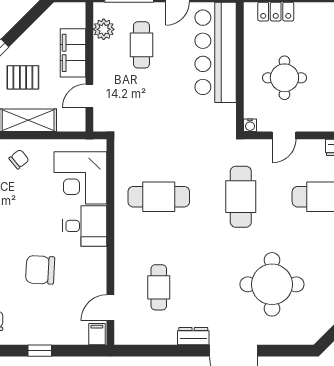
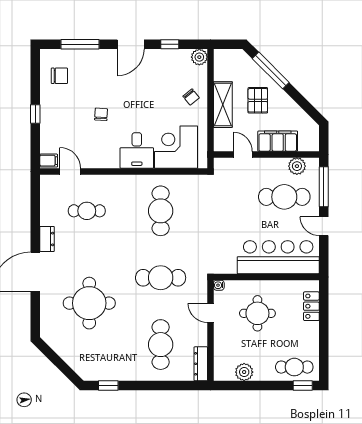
cafe table: (141, 45) -> (284, 197), width x1.37, depth x1.35
chair: (40, 270) -> (101, 114), width x0.54, depth x0.54

